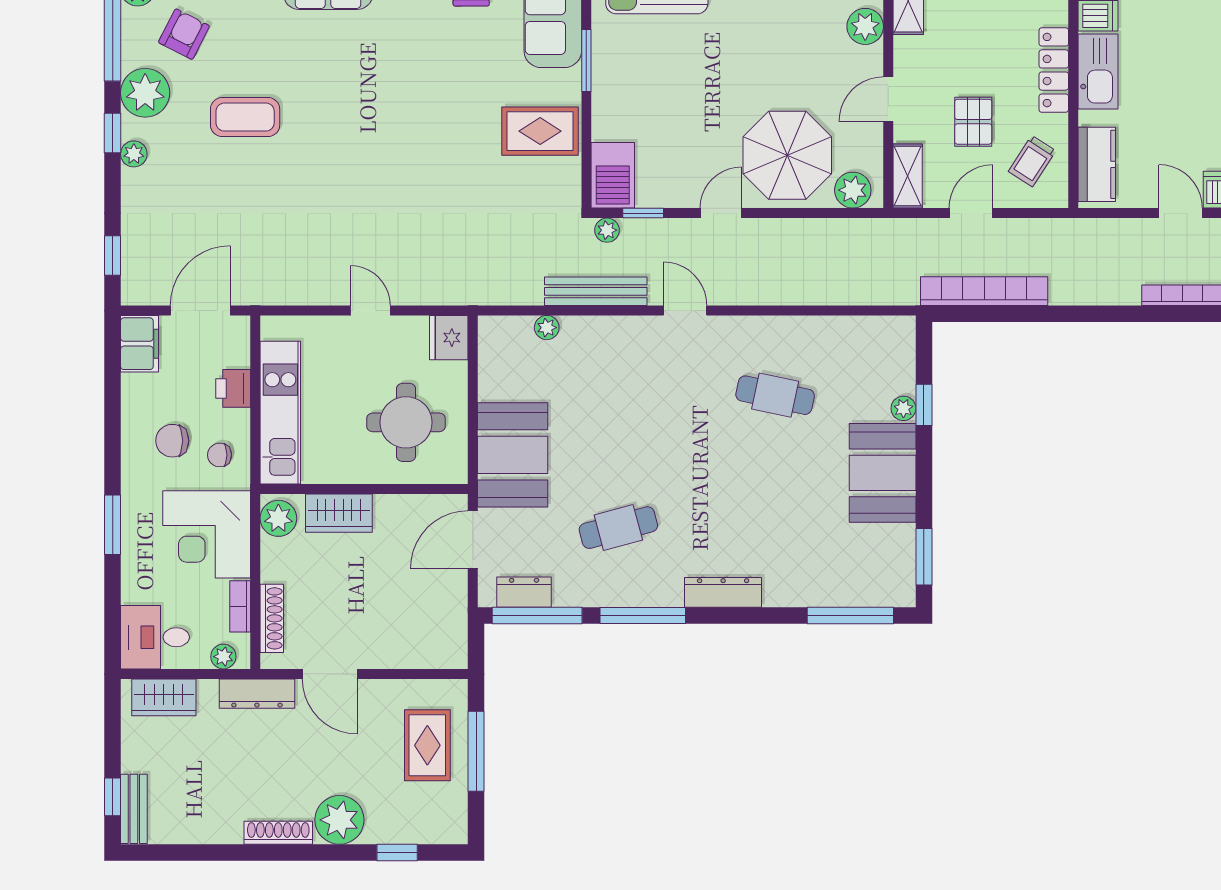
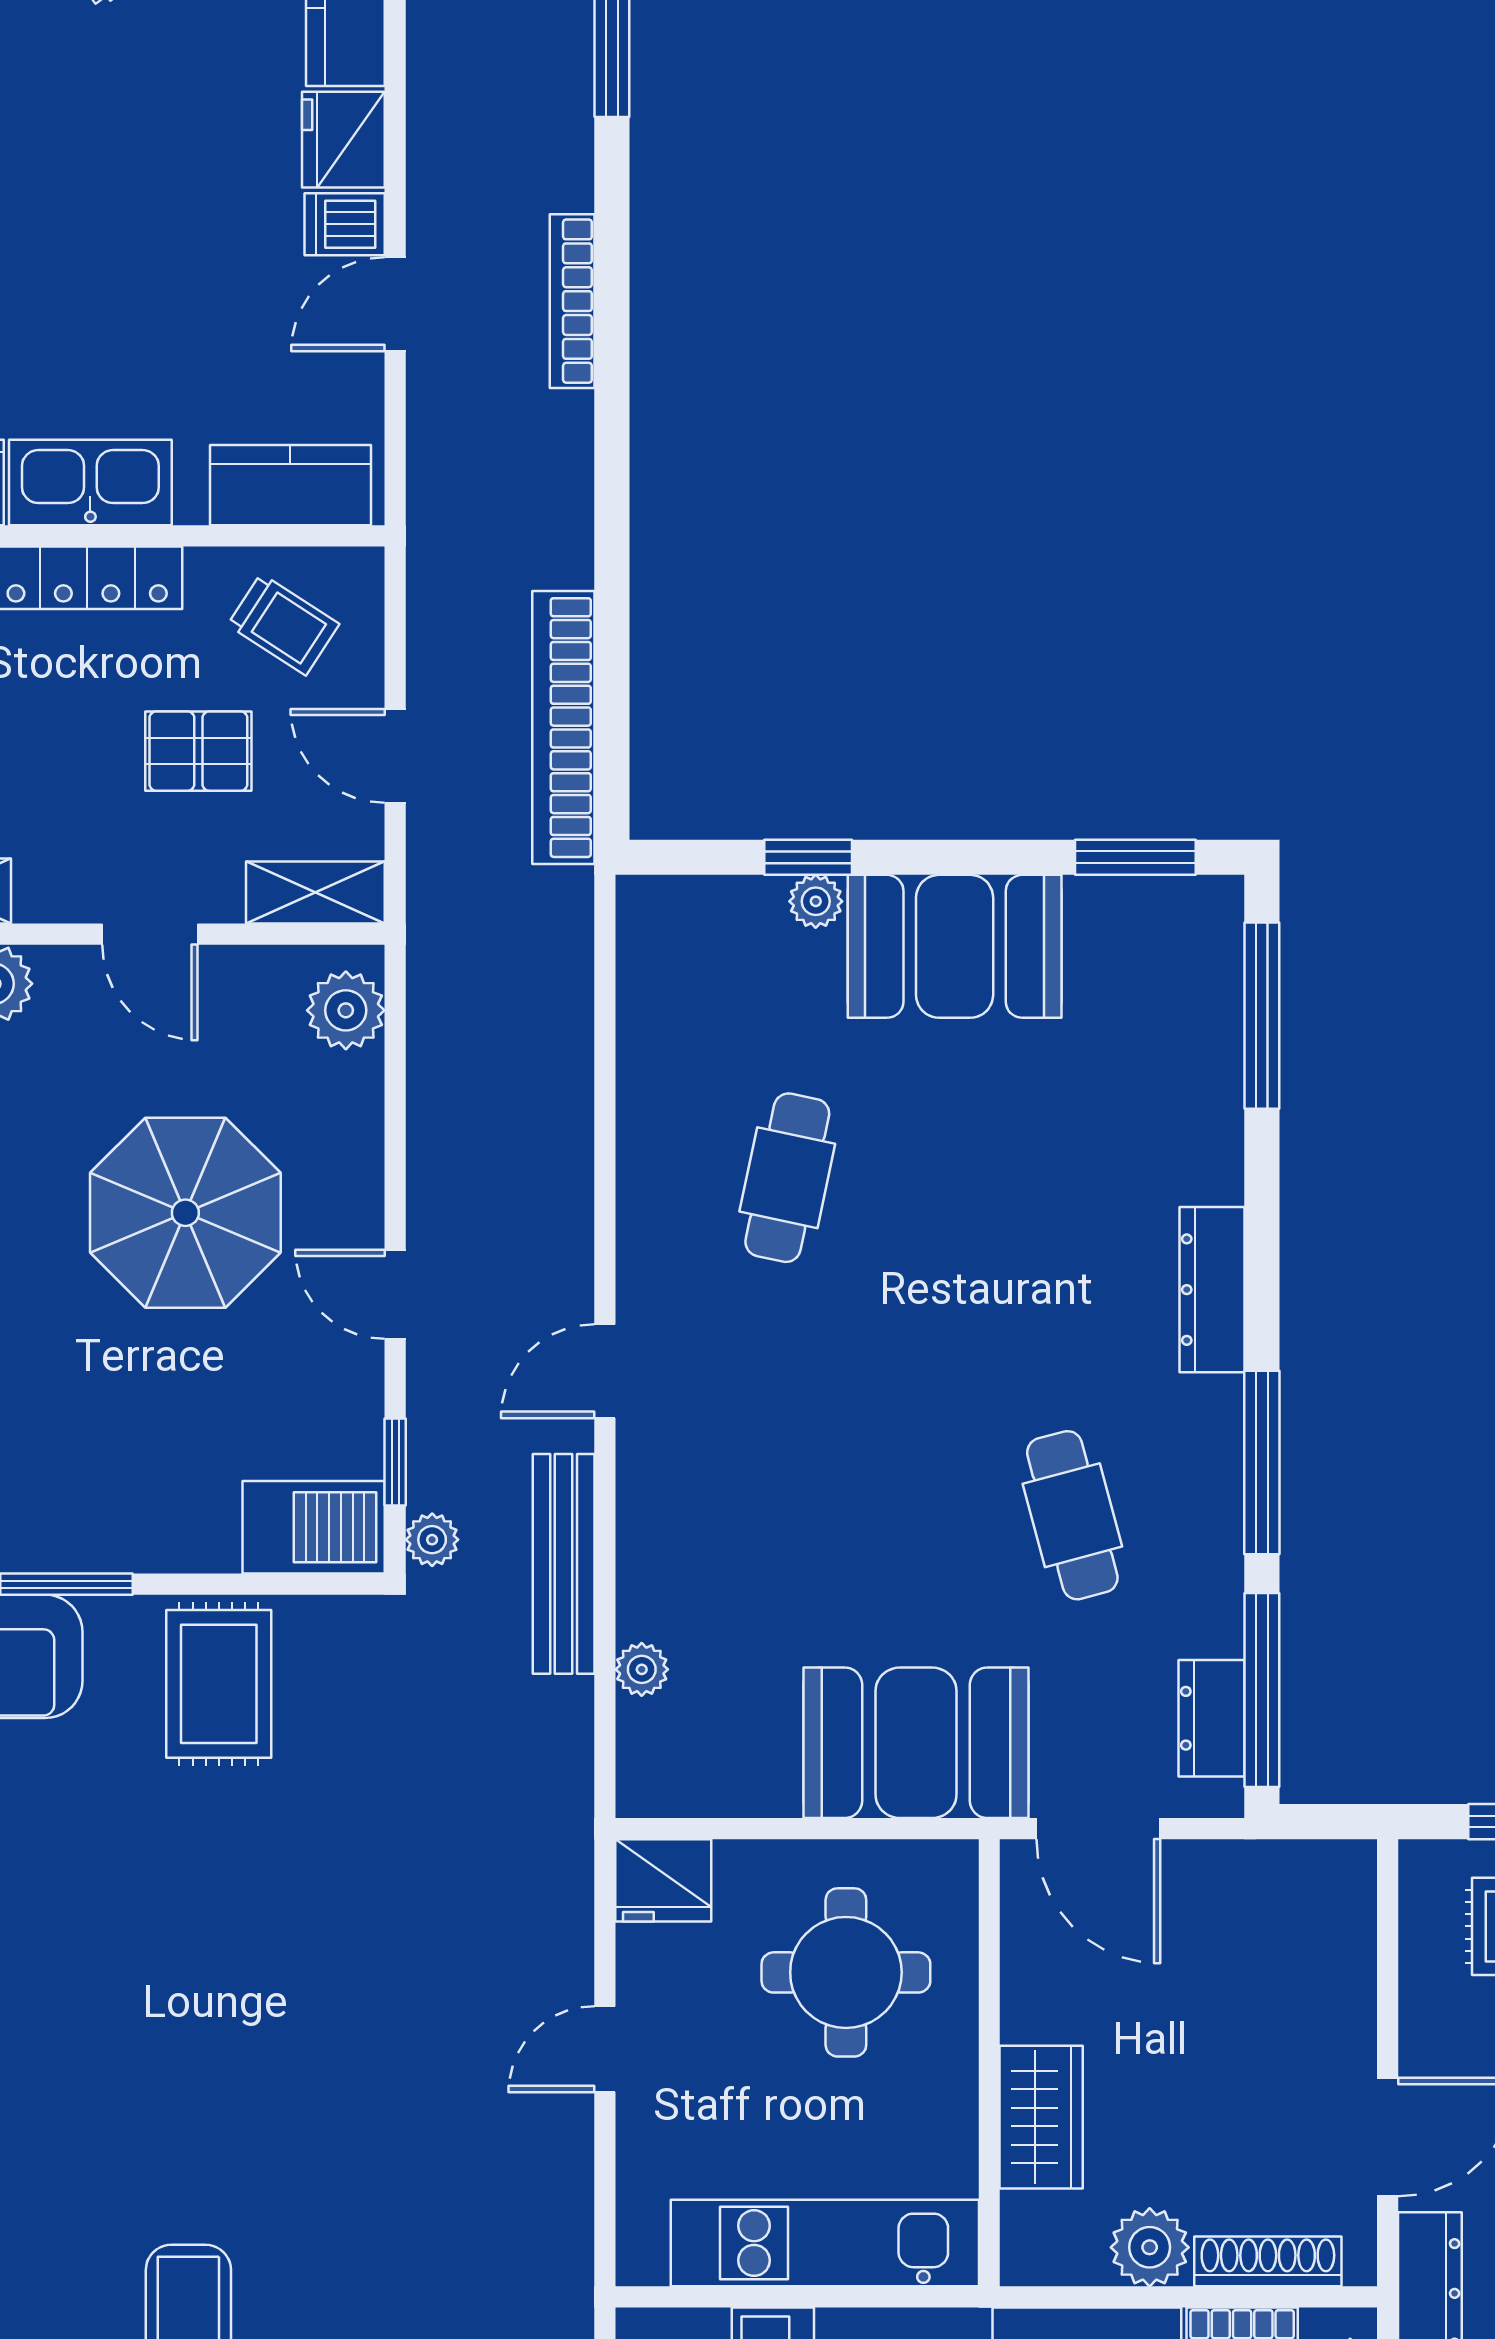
parasol: (787, 155) -> (185, 1213), moved
plant: (278, 518) -> (1150, 2247), moved

